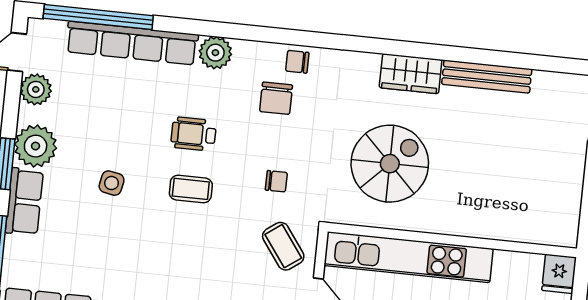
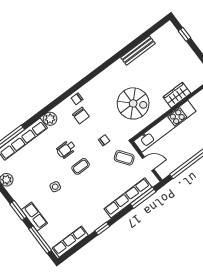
wardrobe: (411, 74) -> (177, 95), moved, turned 180
plant: (36, 146) -> (22, 197), removed
spiral stairs: (390, 164) -> (133, 103), turned 90

